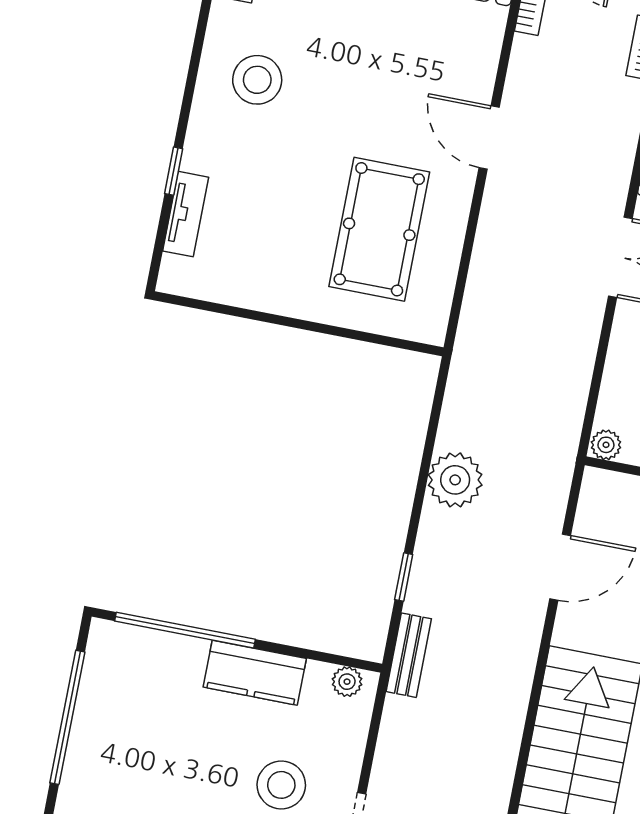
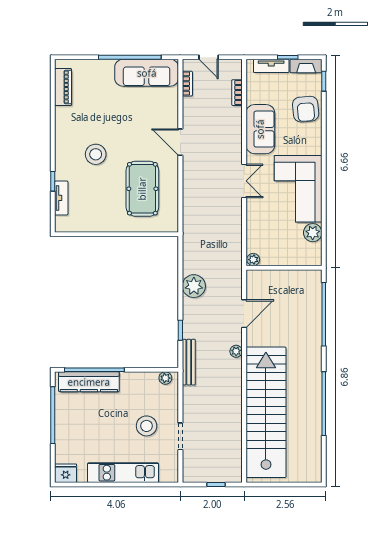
stool: (257, 80) -> (96, 154), moved
plant: (524, 651) -> (236, 351), added
bench: (409, 655) -> (189, 362), width x1.36
kitchen counter: (255, 673) -> (89, 382), moved, width x1.50

